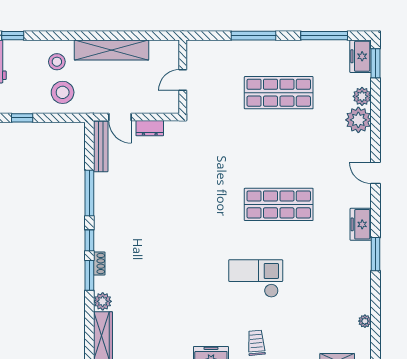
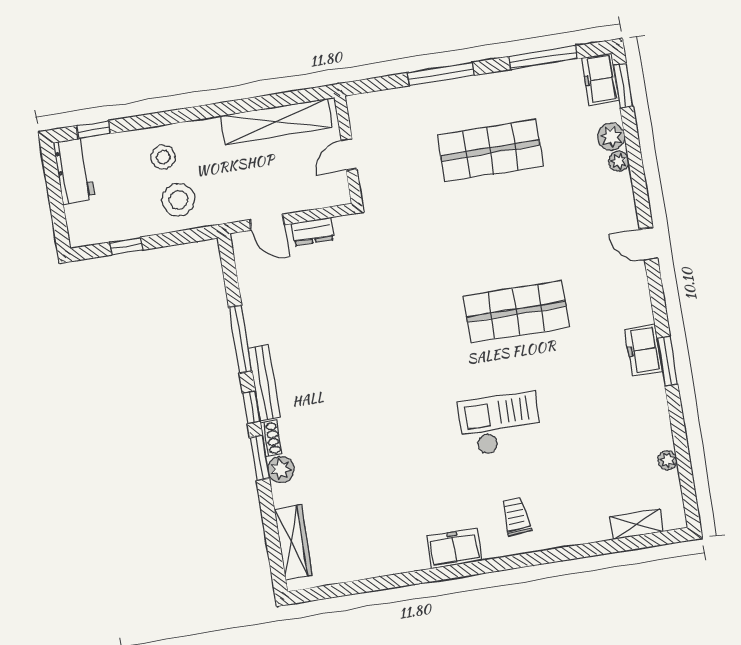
shelving: (112, 50) -> (276, 122), moved
plant: (358, 120) -> (619, 161), width x0.53, depth x0.53
bench: (101, 147) -> (264, 383), moved
freezer: (361, 224) -> (644, 350), moved
plant: (103, 301) -> (281, 469), moved

